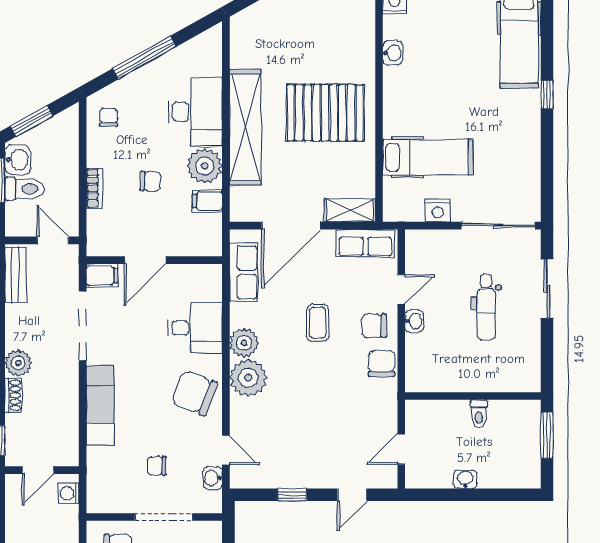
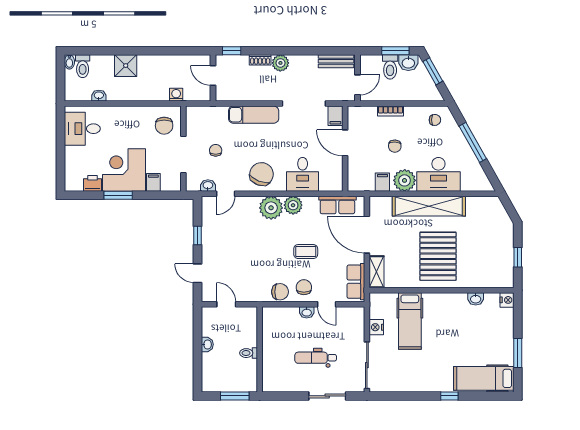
washing machine: (68, 493) -> (176, 95), moved

